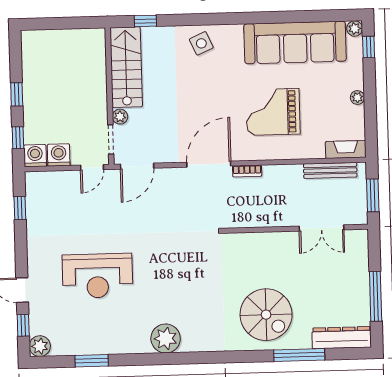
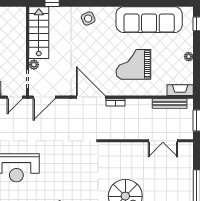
plant: (355, 29) -> (188, 12), removed
door: (209, 164) -> (91, 97), hinge flipped

